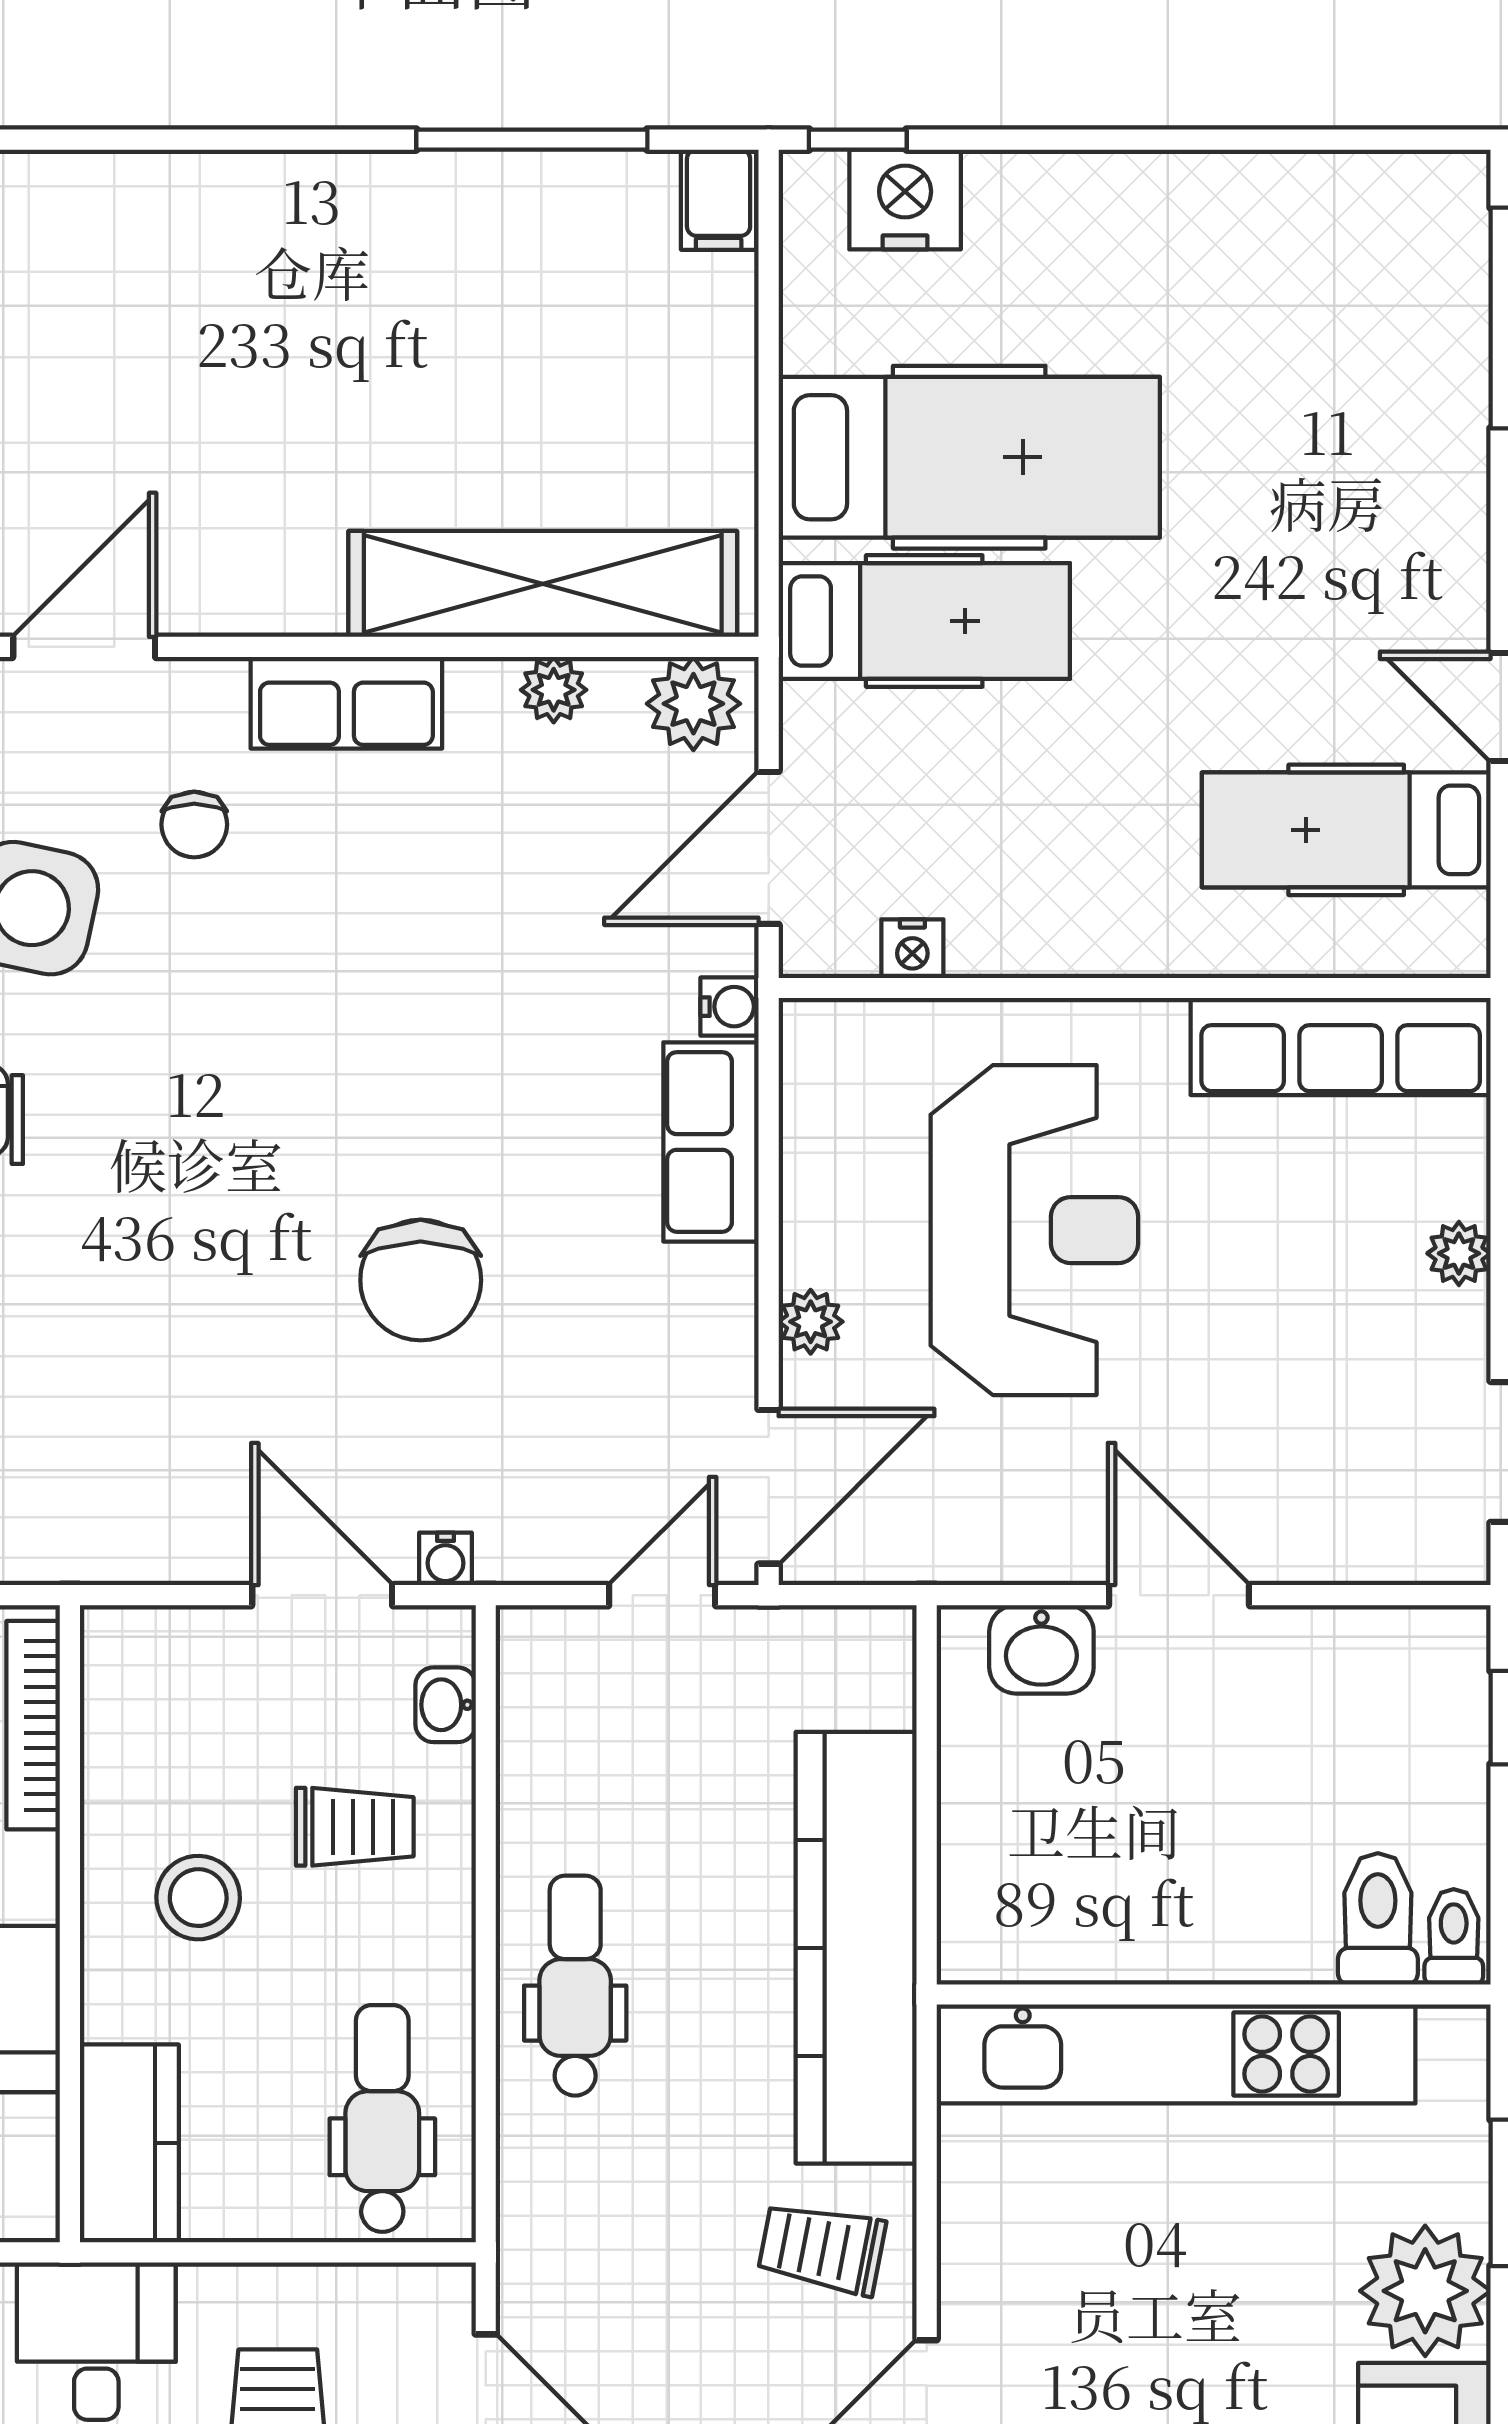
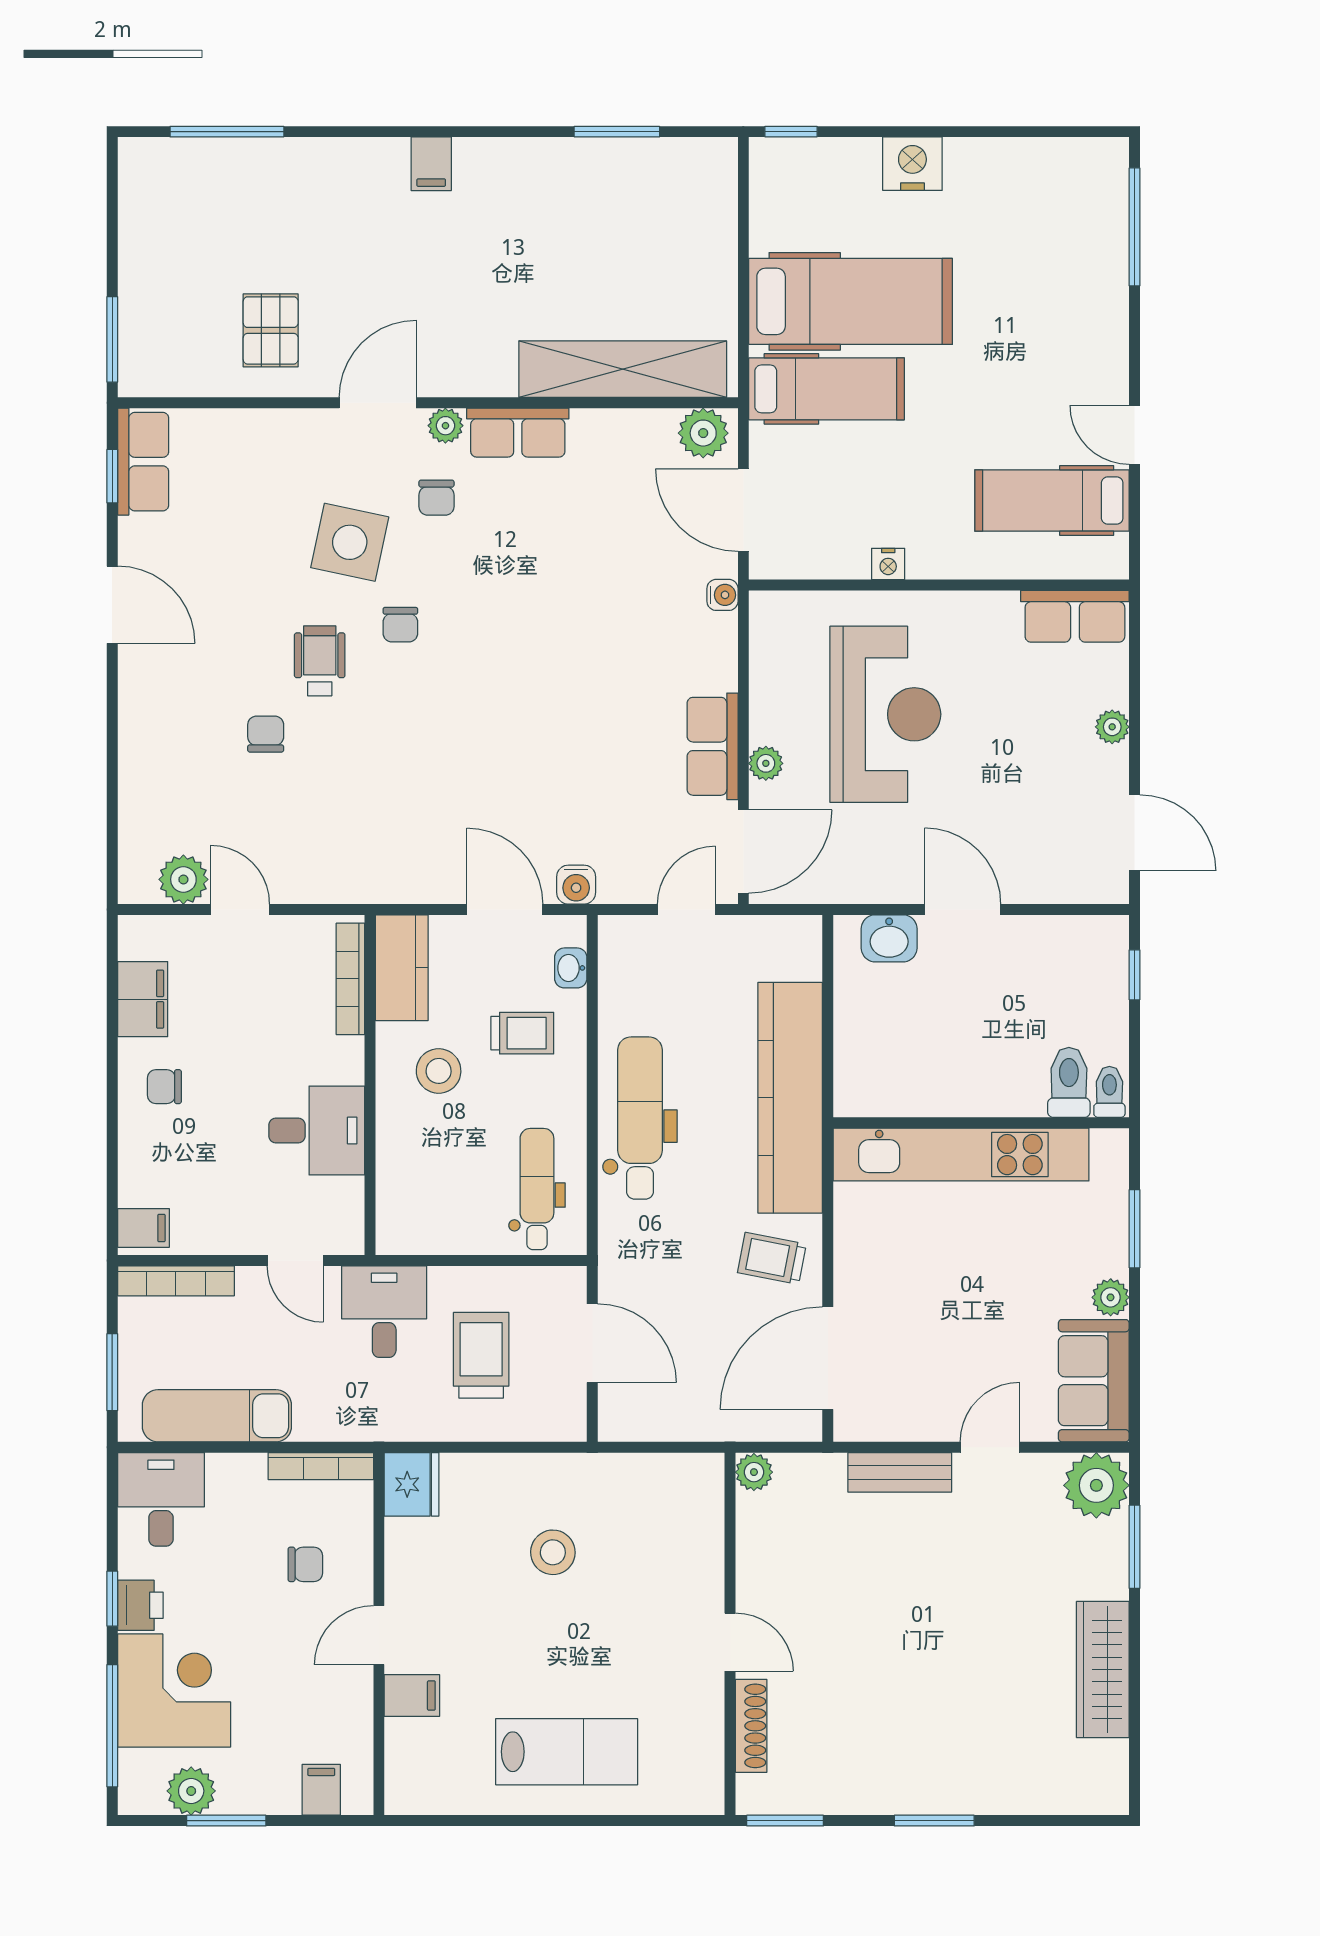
window: (532, 140) -> (617, 132), width x0.69
nightstand: (905, 199) -> (912, 164), moved
filing cabinet: (719, 200) -> (431, 164), moved
plant: (554, 690) -> (445, 426), moved
door: (769, 848) -> (743, 510), hinge flipped
nightstand: (912, 949) -> (888, 564), moved
row of seats: (1341, 1046) -> (1075, 616), width x0.68
row of seats: (711, 1142) -> (713, 746), moved
chair: (421, 1280) -> (400, 625), moved, width x0.54, depth x0.54
water cooler: (445, 1559) -> (576, 885), width x1.38, depth x1.38
dental chair: (575, 1986) -> (640, 1118), width x1.36, depth x1.38
kitchen counter: (129, 2143) -> (402, 968), moved
plant: (1425, 2291) -> (1111, 1297), width x0.53, depth x0.53

